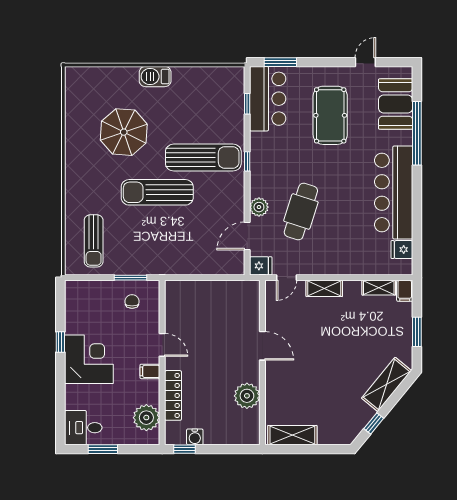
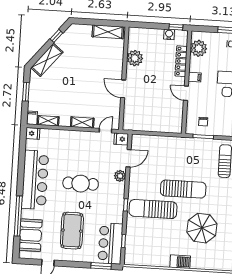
cafe table: (301, 212) -> (81, 184), moved, turned 72
fridge: (402, 250) -> (33, 133), moved

